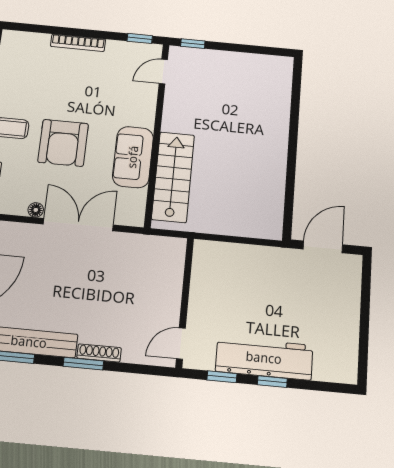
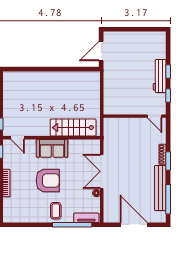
armchair: (63, 143) -> (48, 180), moved
sofa: (133, 157) -> (52, 148), moved
door: (323, 247) -> (101, 51), hinge flipped
workbench: (264, 358) -> (160, 76), width x0.73, depth x0.76

